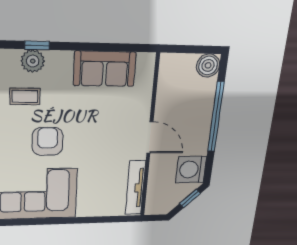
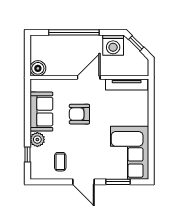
plant: (33, 61) -> (37, 140), moved
boiler: (208, 65) -> (38, 68), moved
armchair: (47, 141) -> (79, 114), moved

